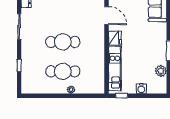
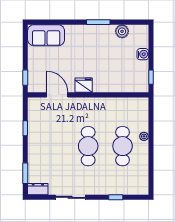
door: (107, 16) -> (57, 95), hinge flipped
kitchen unit: (115, 69) -> (119, 85), removed

